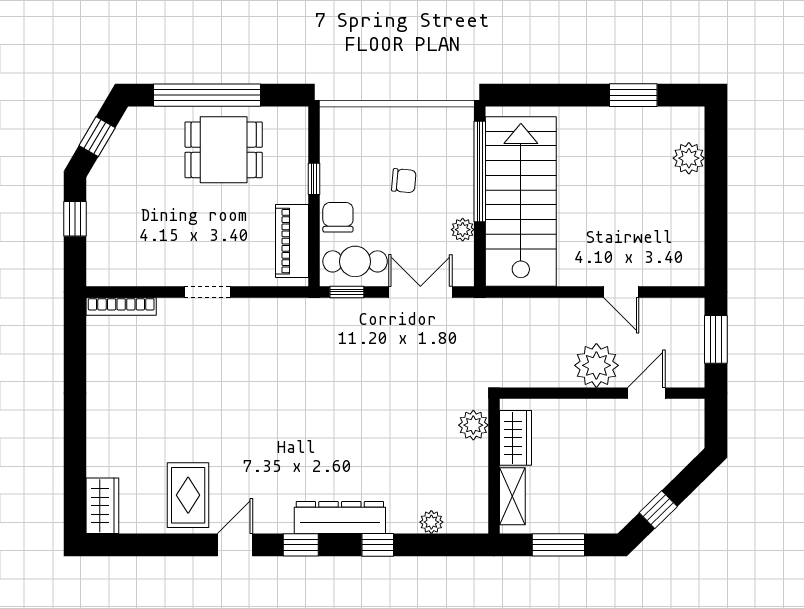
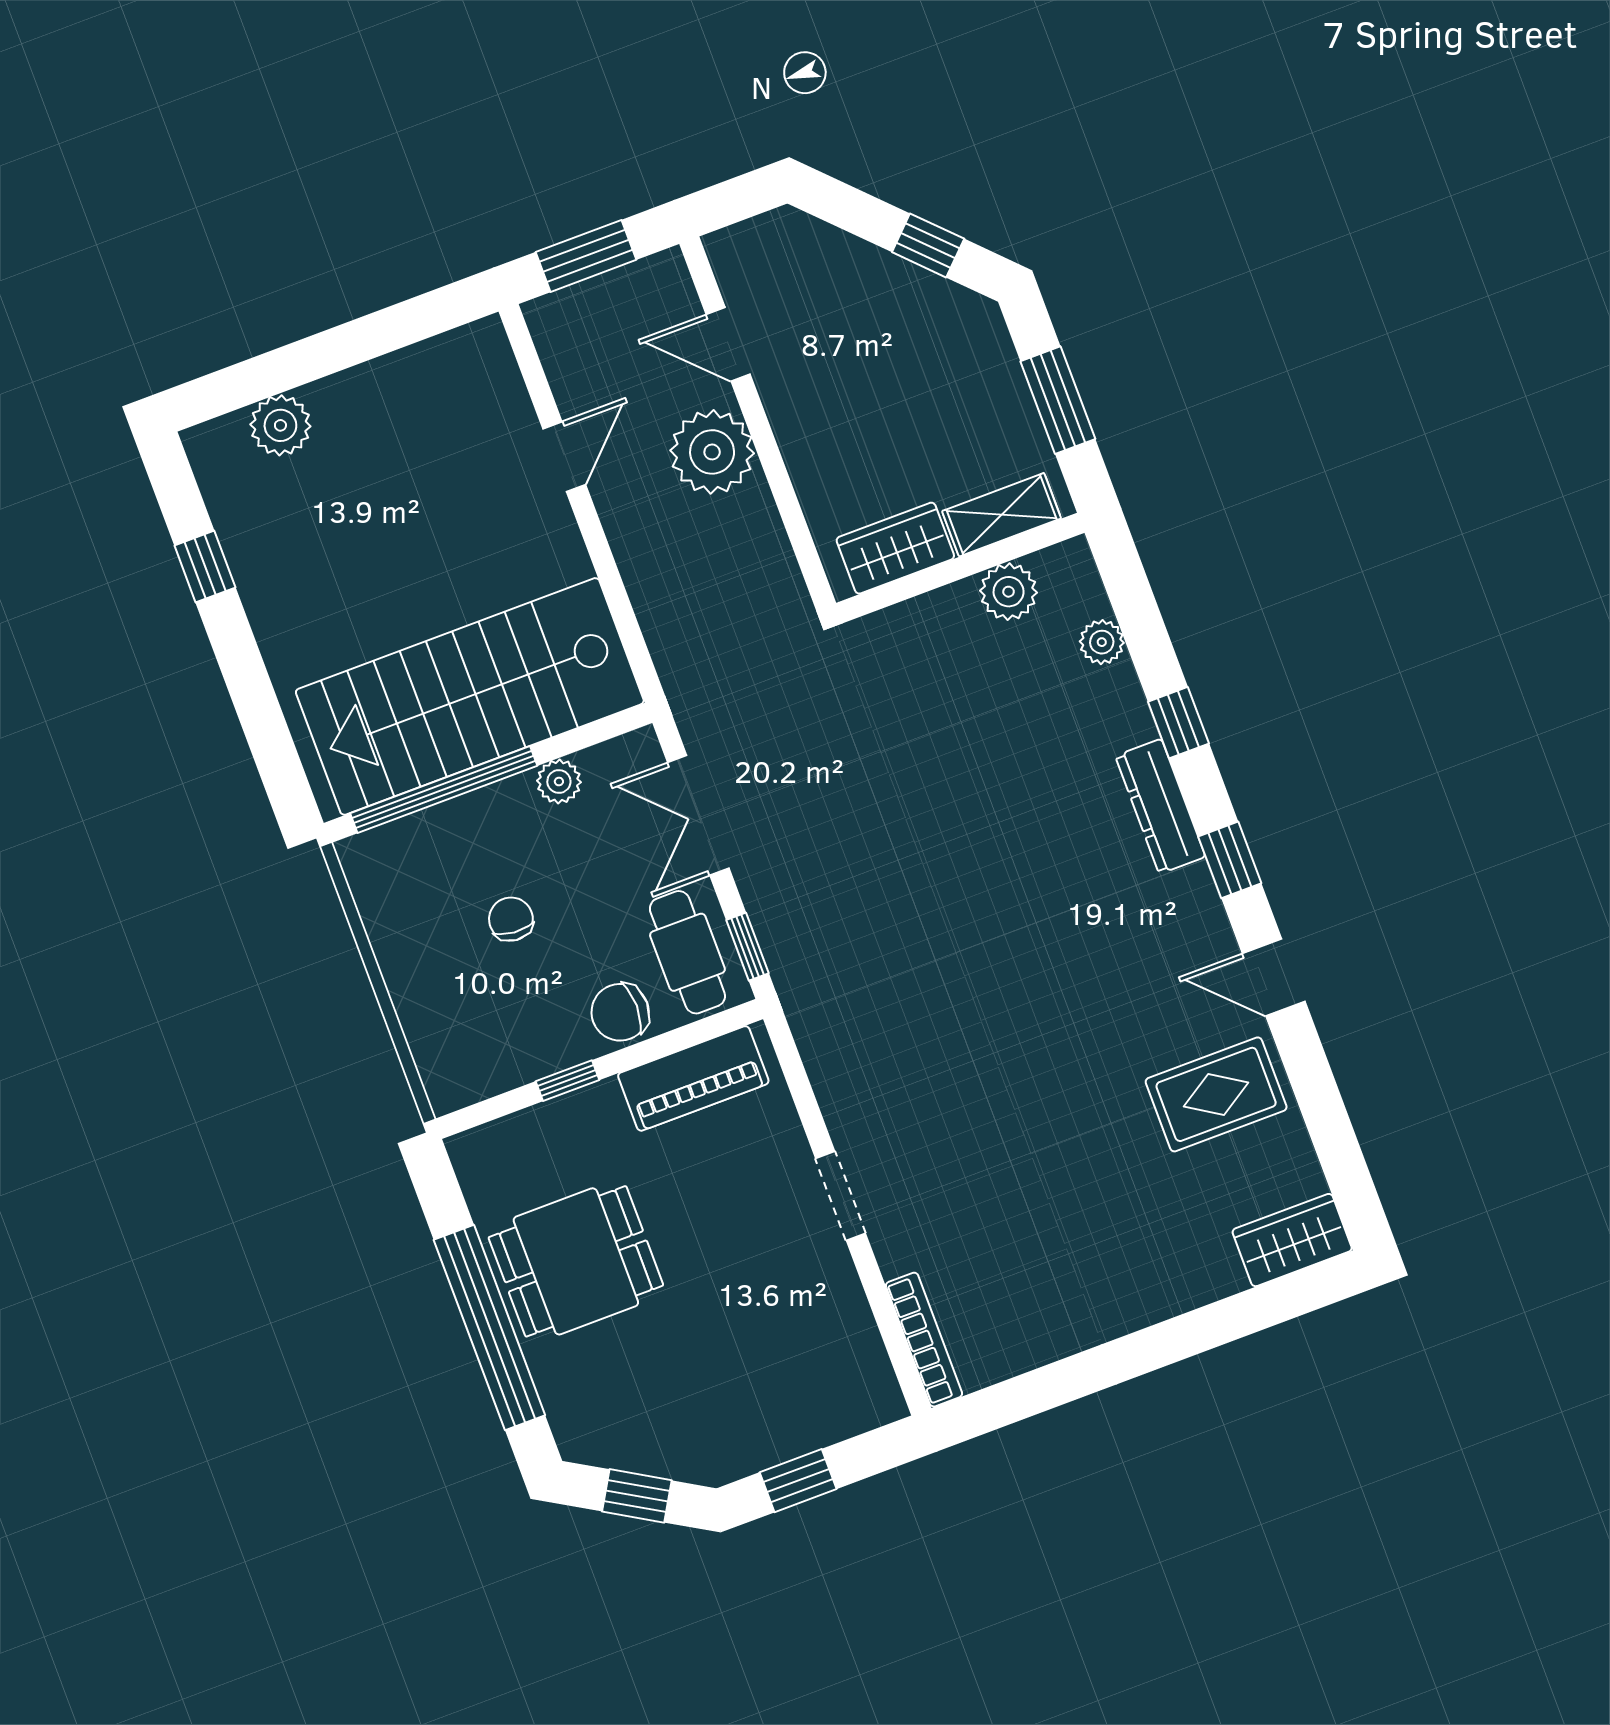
window: (633, 95) -> (205, 567), width x0.67
dining table: (224, 150) -> (576, 1261), turned 90
plant: (473, 425) -> (1009, 592), moved
dresser: (340, 517) -> (1160, 806), width x0.73, depth x0.80

